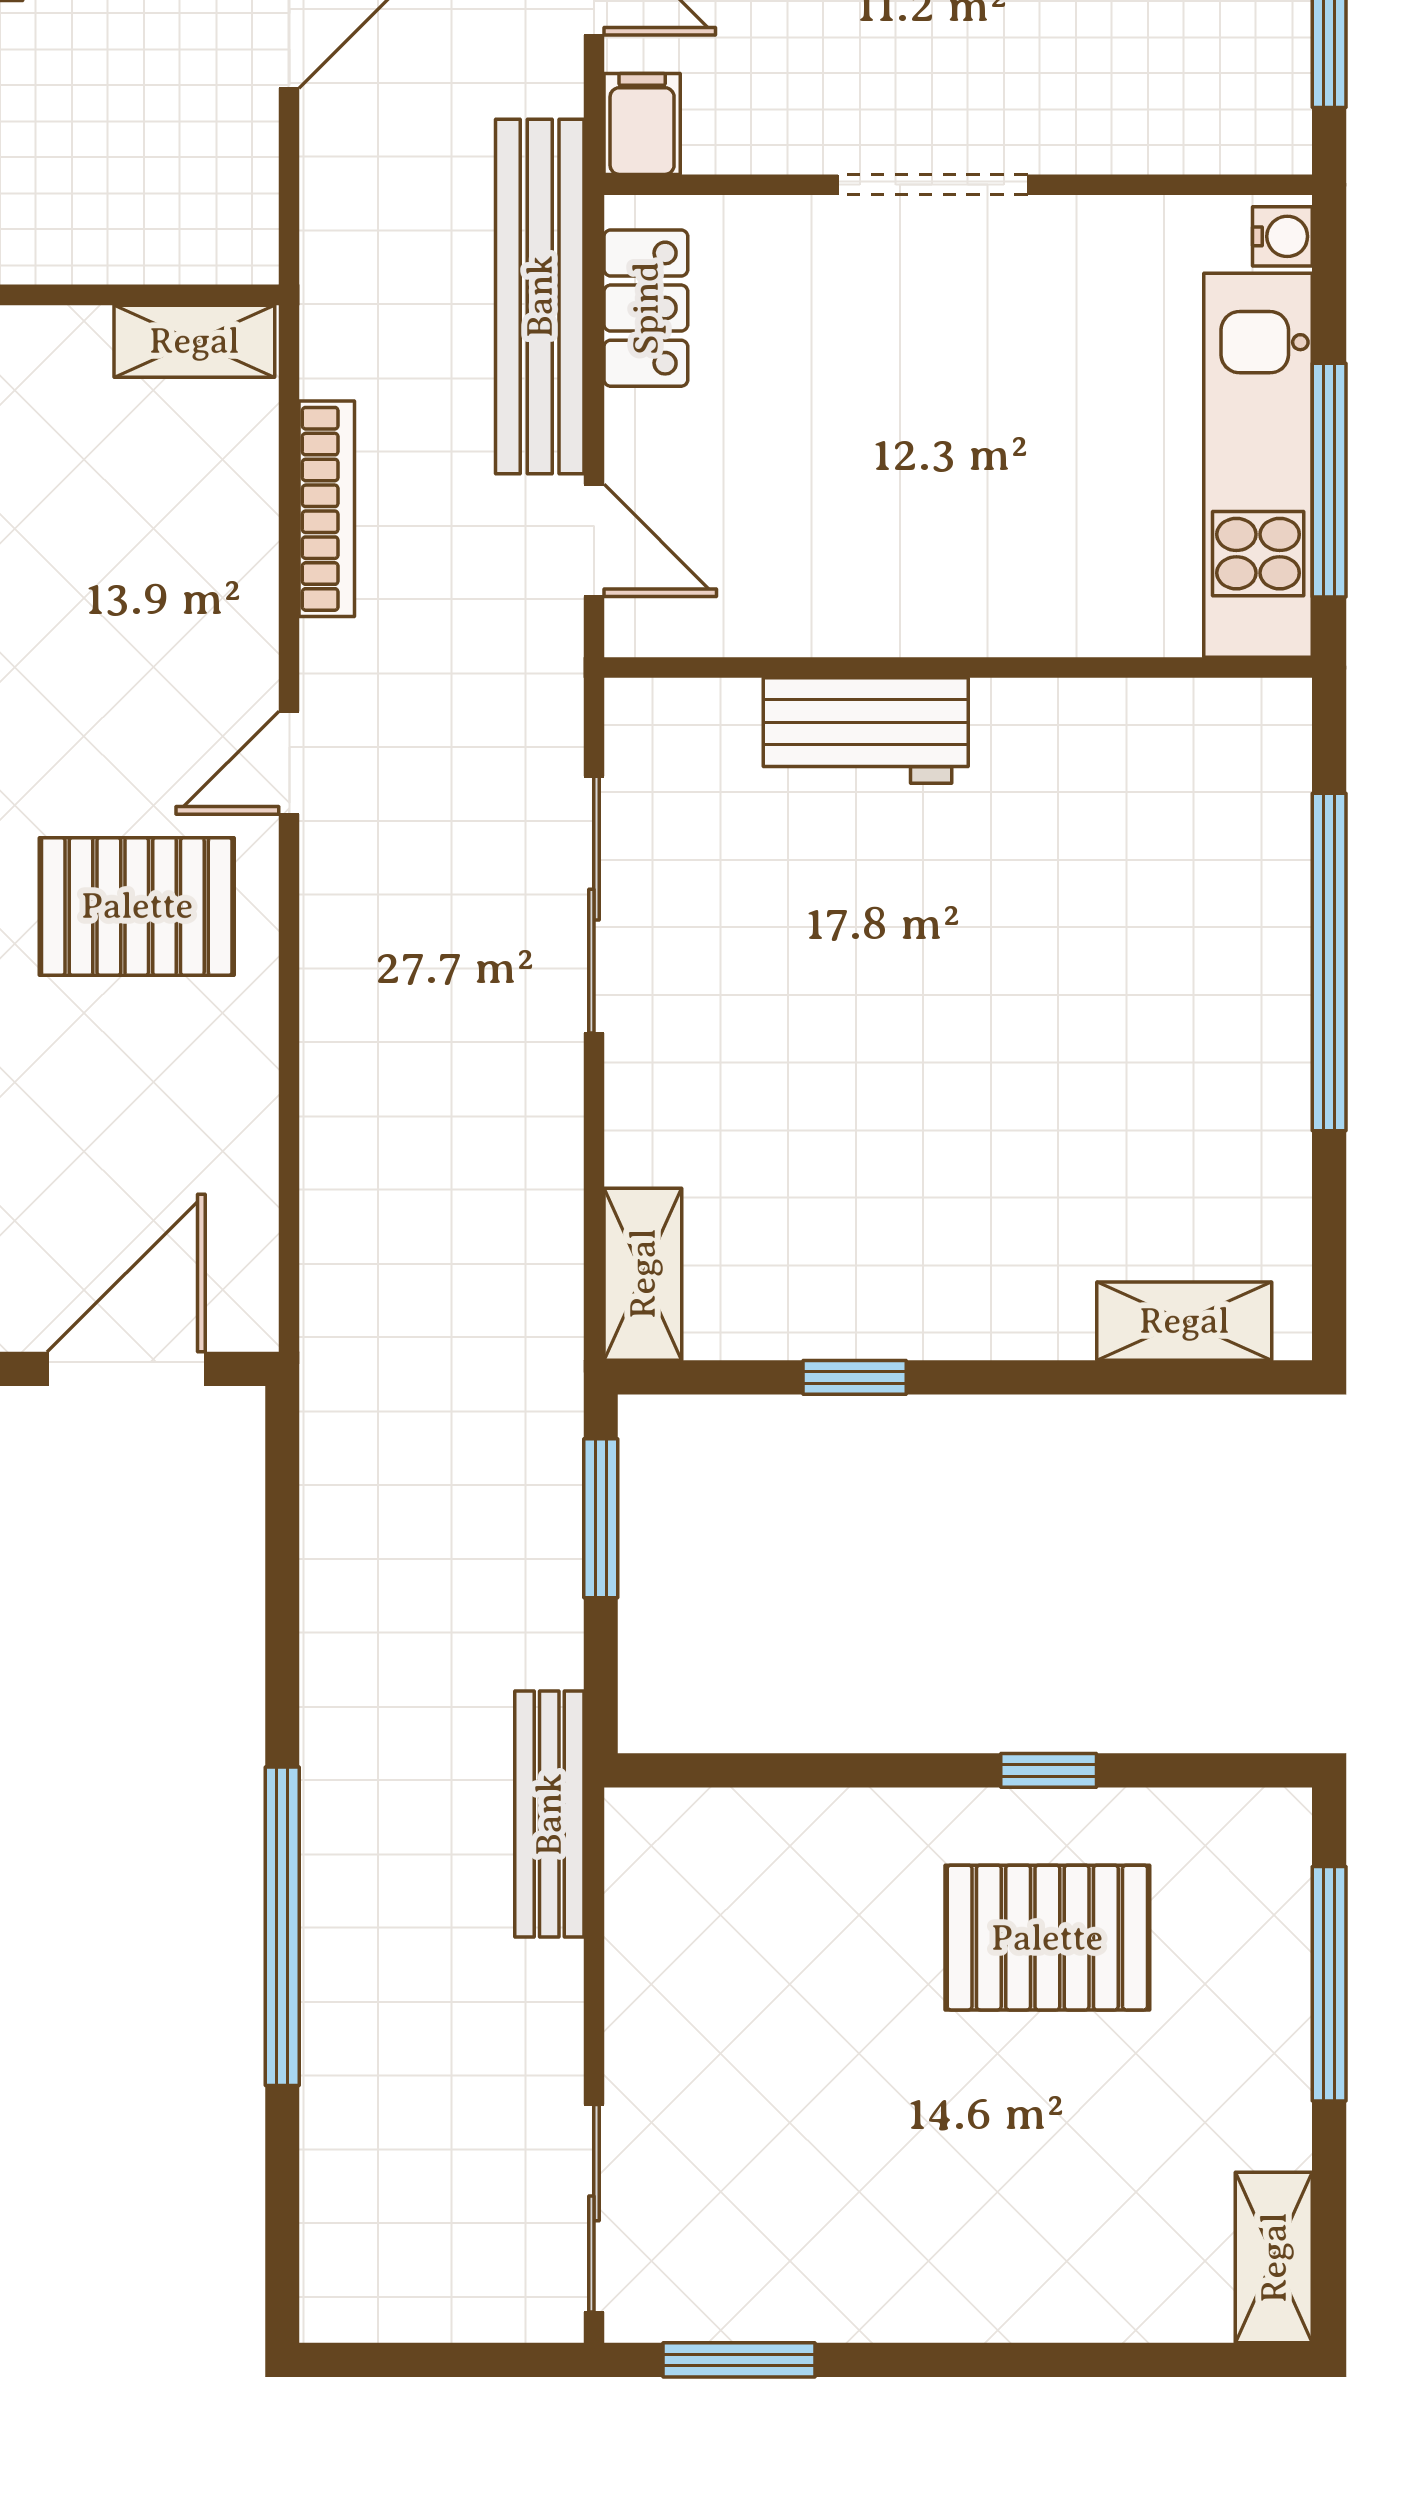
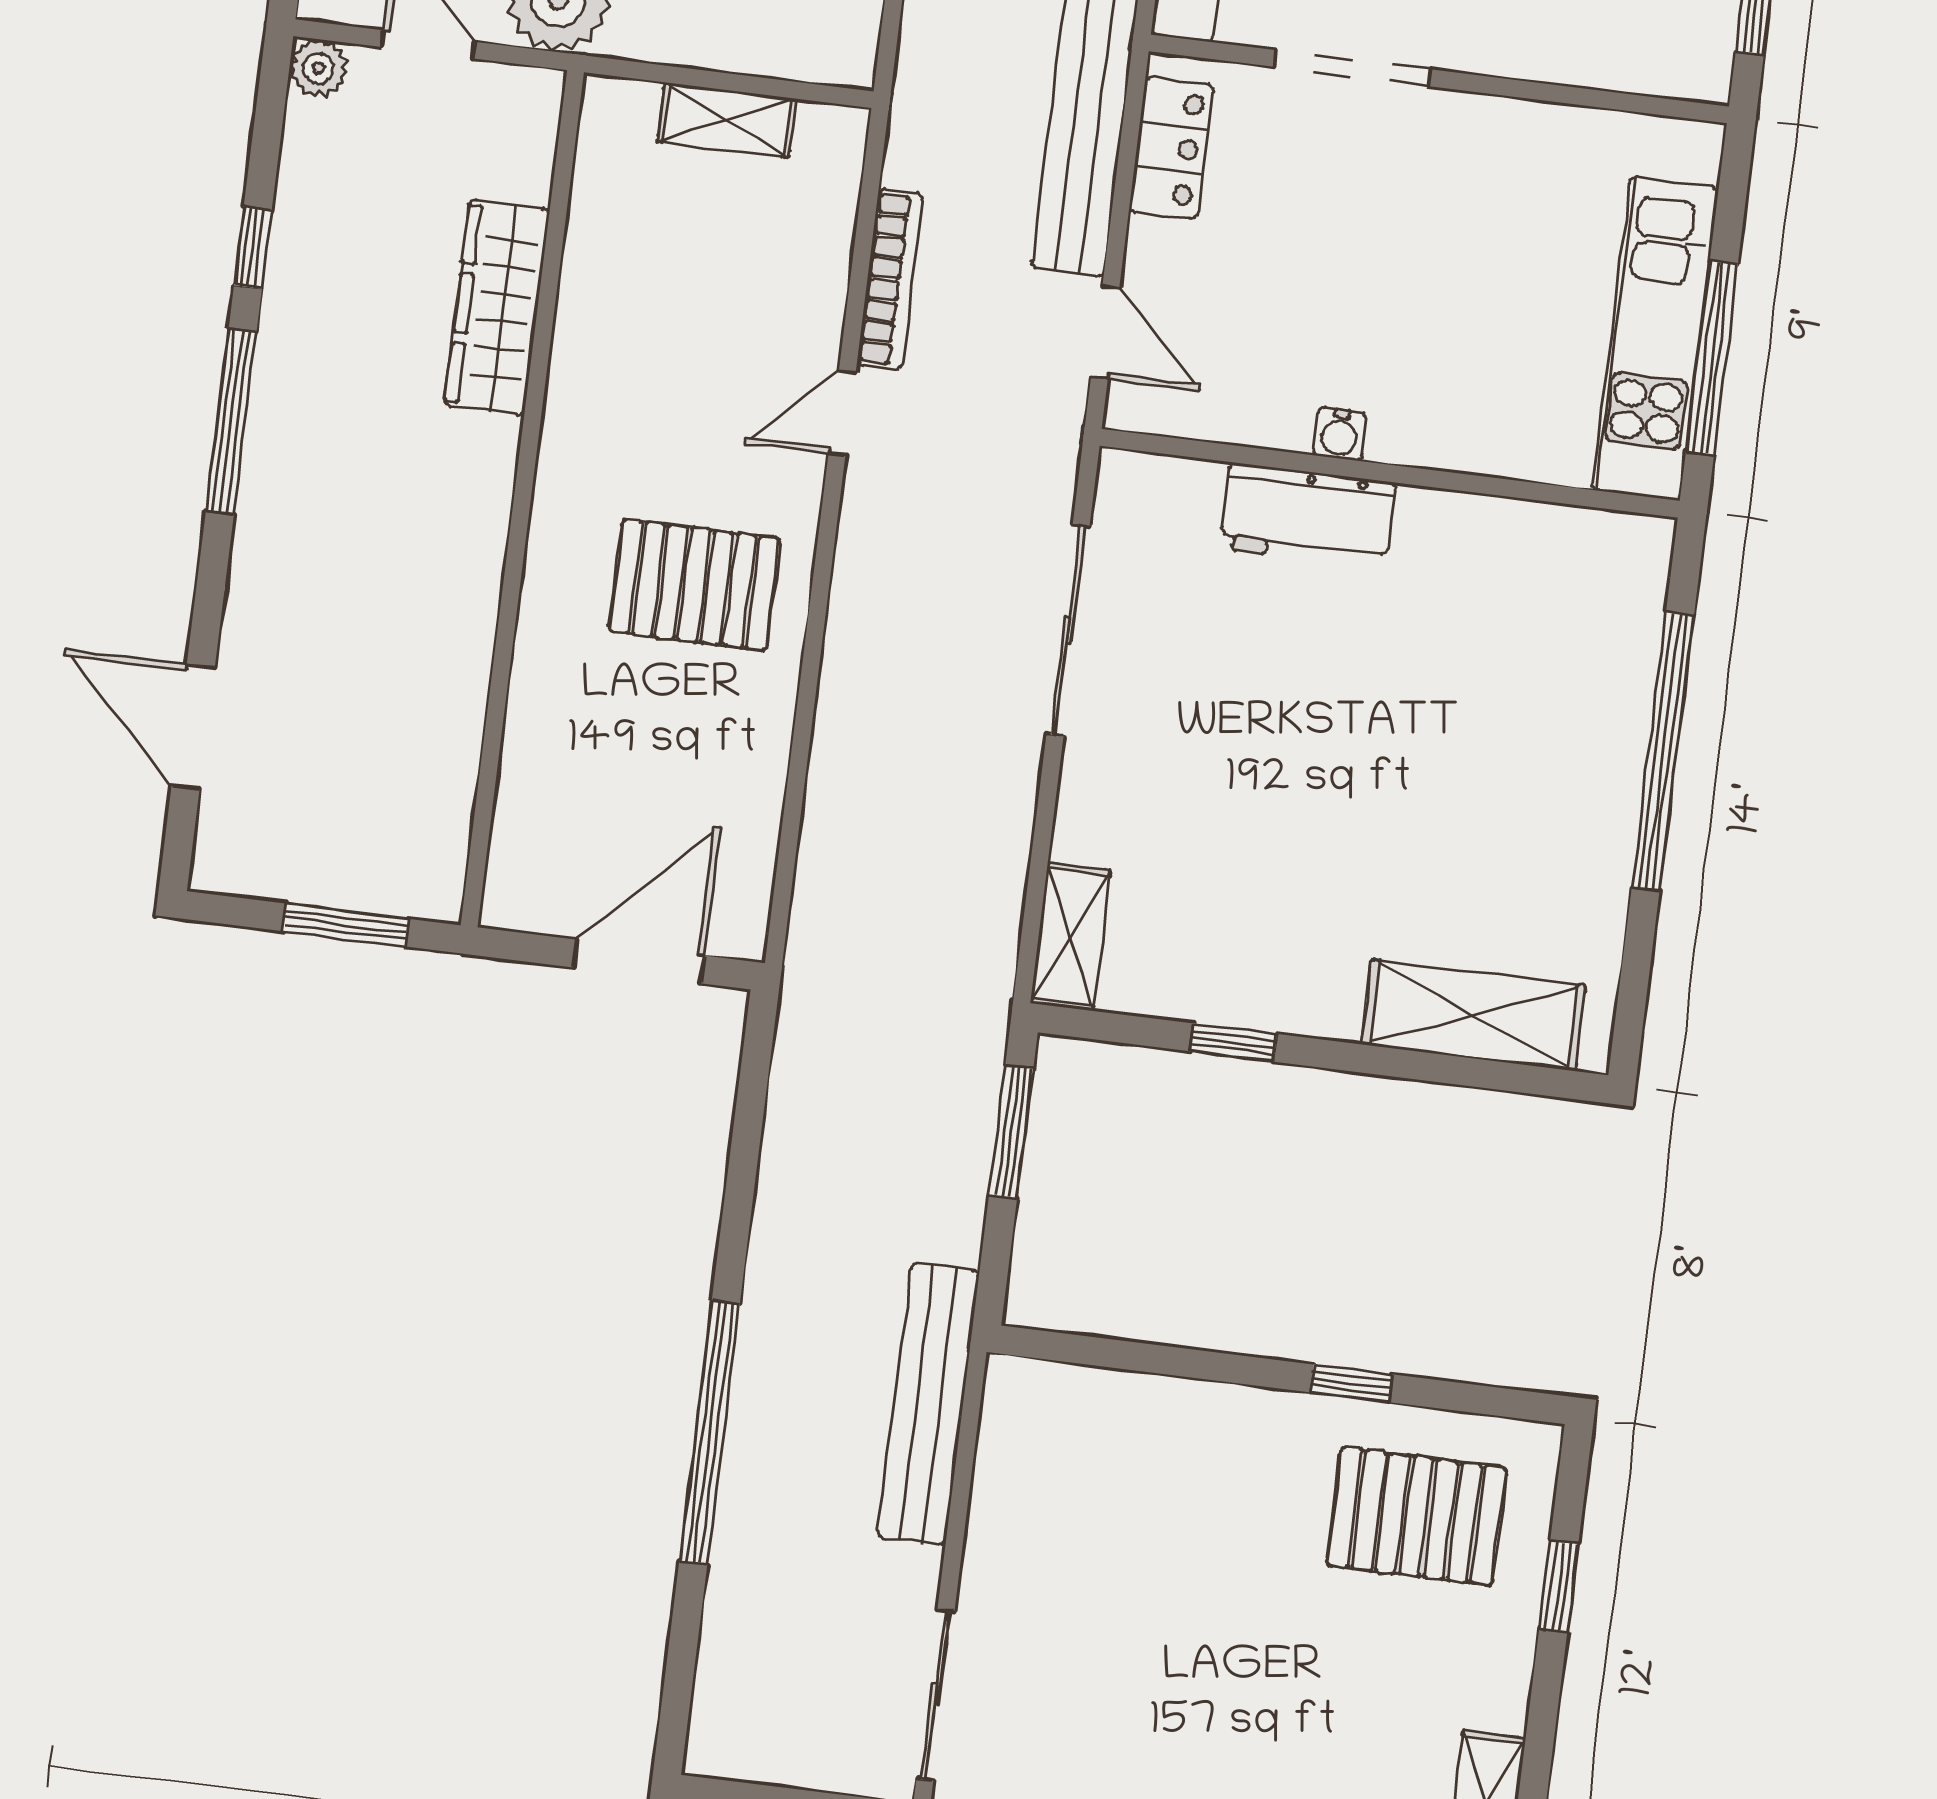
doorway: (933, 185) -> (1352, 68), moved
water cooler: (1282, 236) -> (1340, 434), moved, turned 90
shelving: (194, 341) -> (727, 120), moved
door: (289, 763) -> (842, 413), moved
shelving: (1184, 1321) -> (1473, 1015), width x1.50, depth x1.33
bench: (549, 1814) -> (928, 1404), width x1.37, depth x1.21
pallet: (1047, 1938) -> (1417, 1516), moved
window: (1329, 1984) -> (1559, 1586), width x0.46

